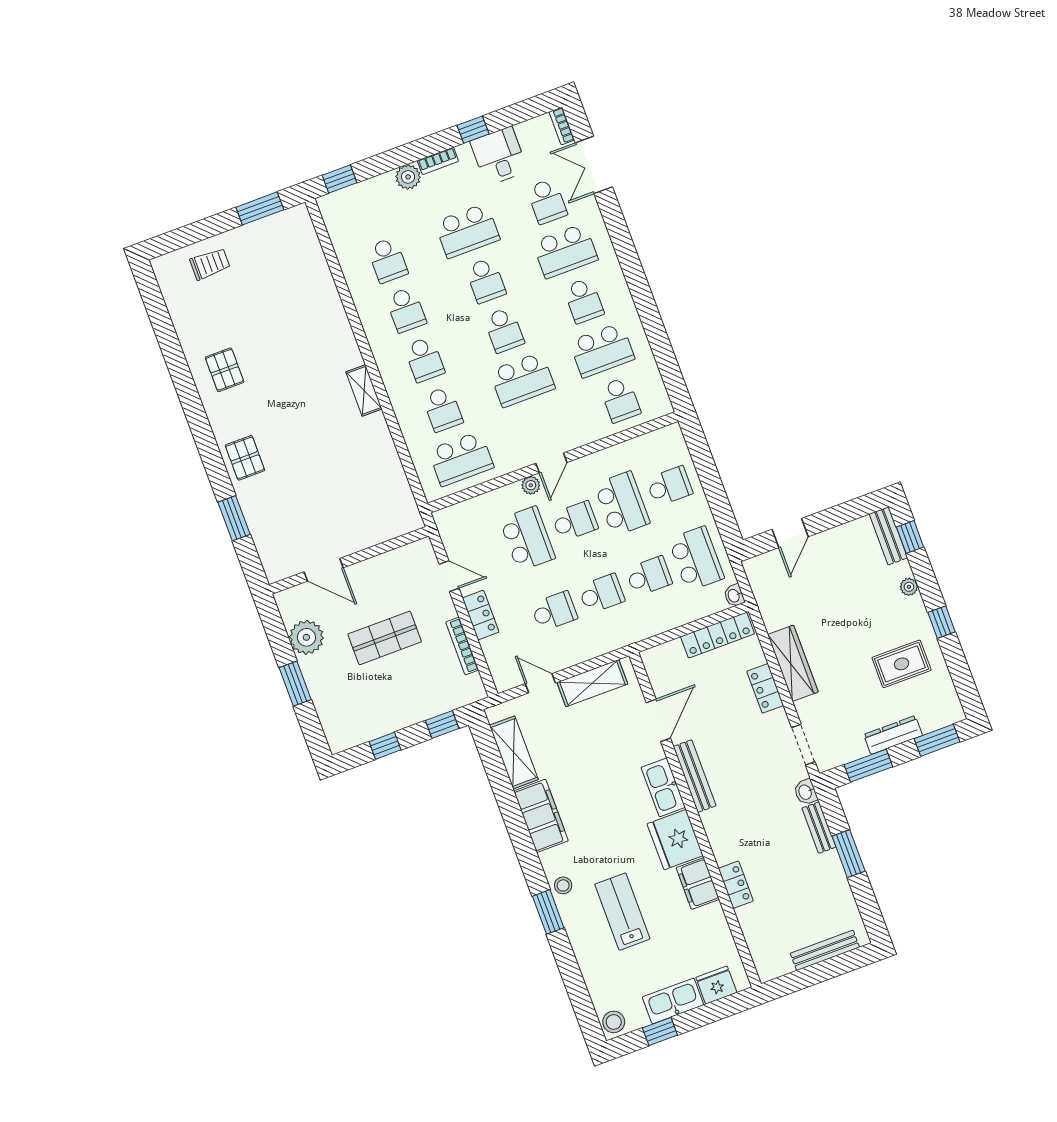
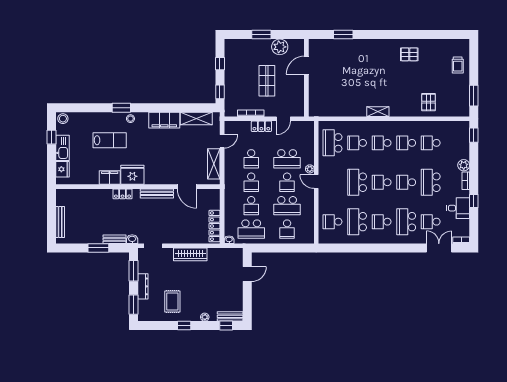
pallet: (245, 458) -> (429, 102), moved, turned 90
door: (790, 533) -> (247, 274), swing flipped
locker: (765, 688) -> (184, 238), removed
kitchen sink: (663, 787) -> (157, 178), removed
locker: (736, 885) -> (123, 194), moved

